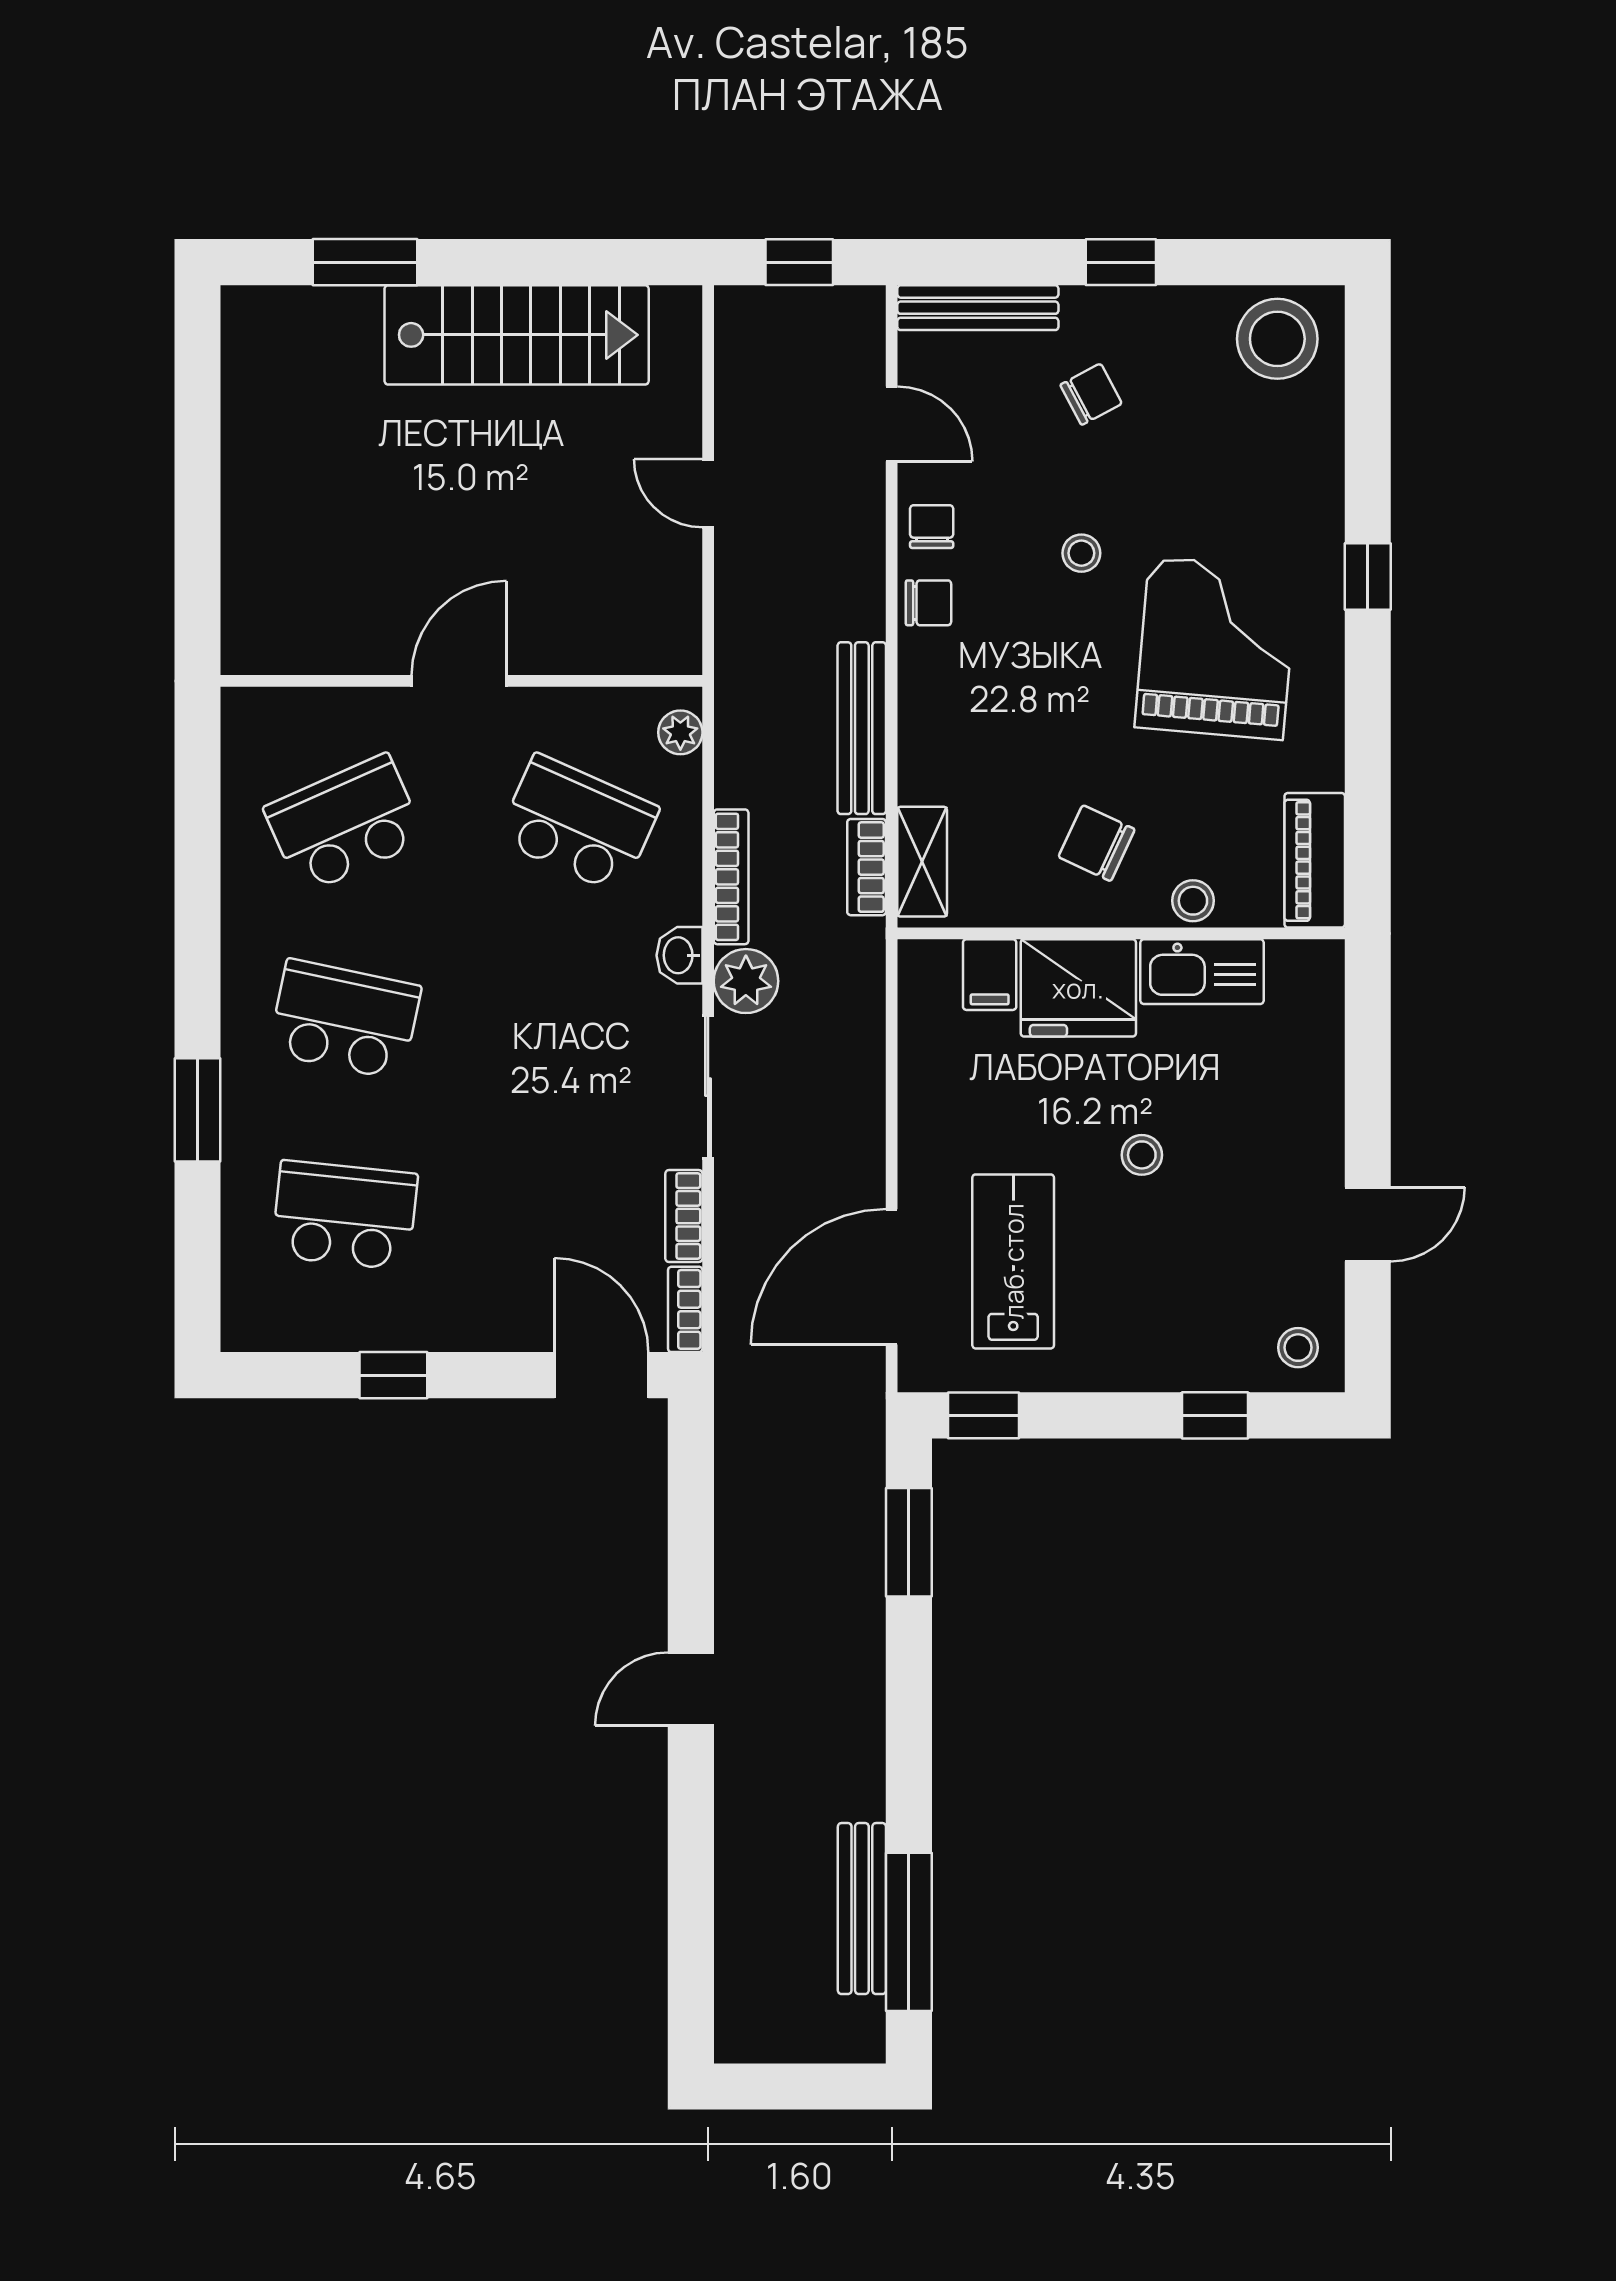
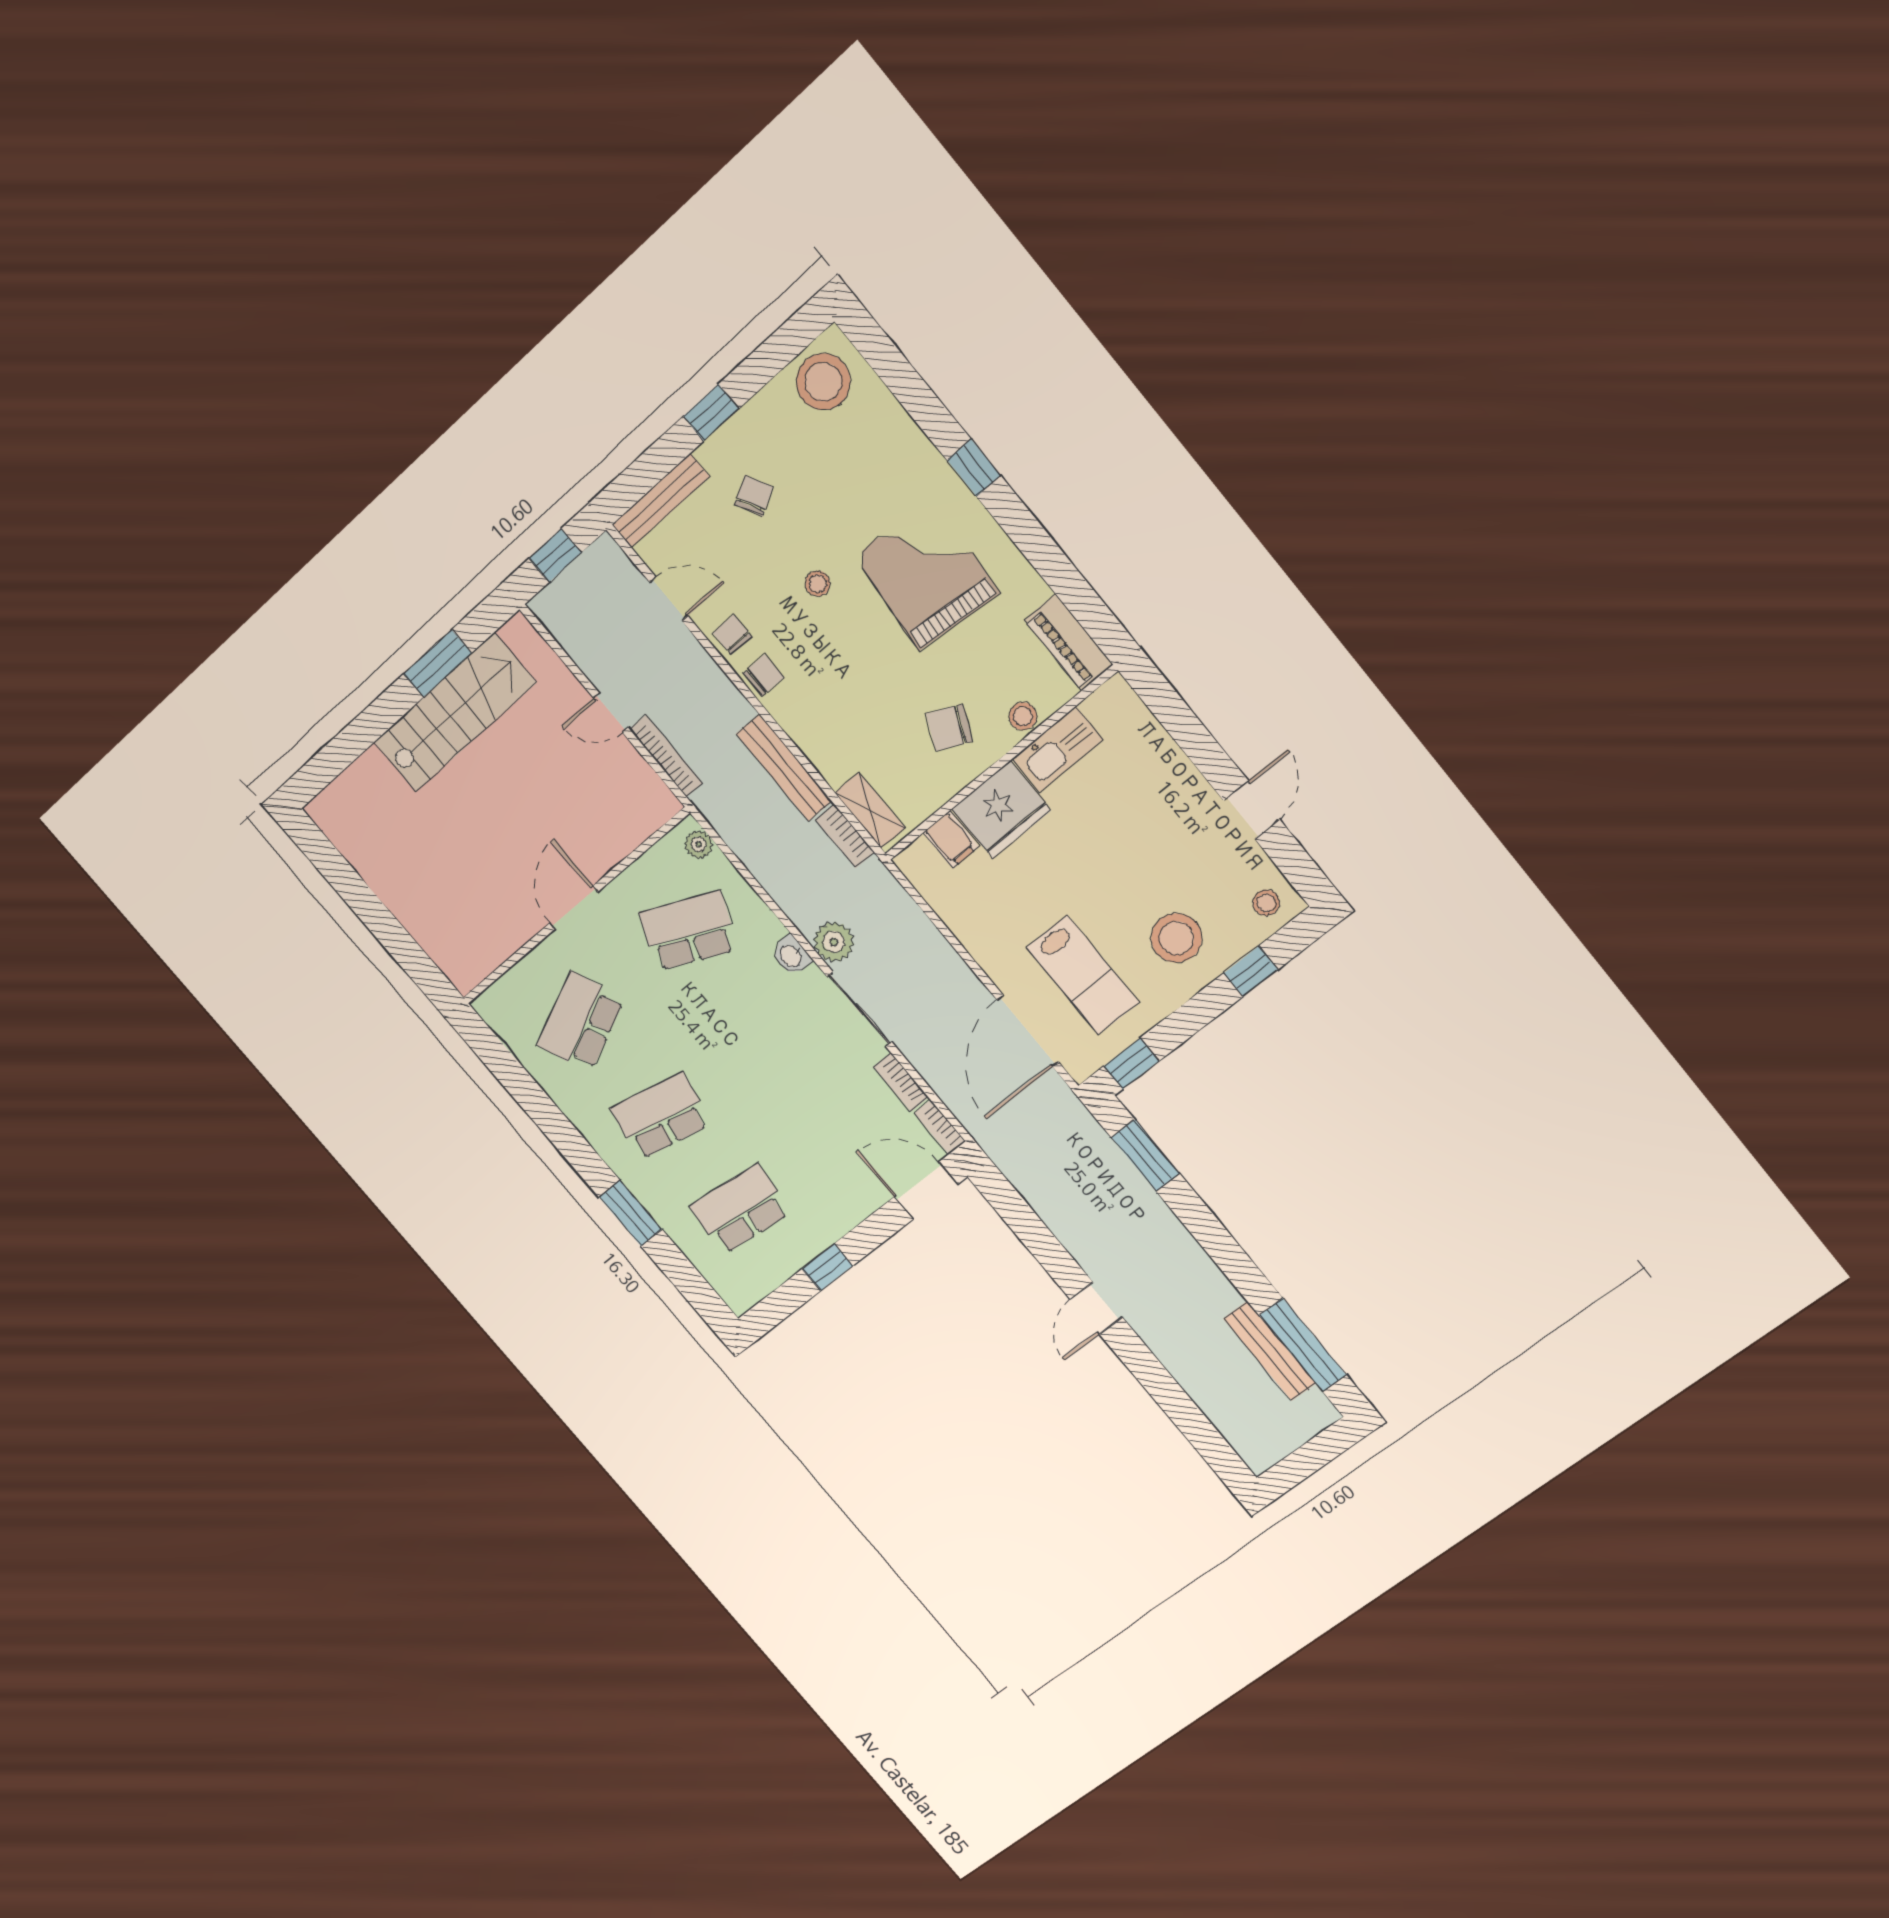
window: (365, 262) -> (437, 664), moved
bookcase: (731, 877) -> (666, 756), moved
stool: (1142, 1155) -> (1177, 938), moved, width x1.89, depth x1.89
lab bench: (1013, 1261) -> (1083, 975), turned 180

